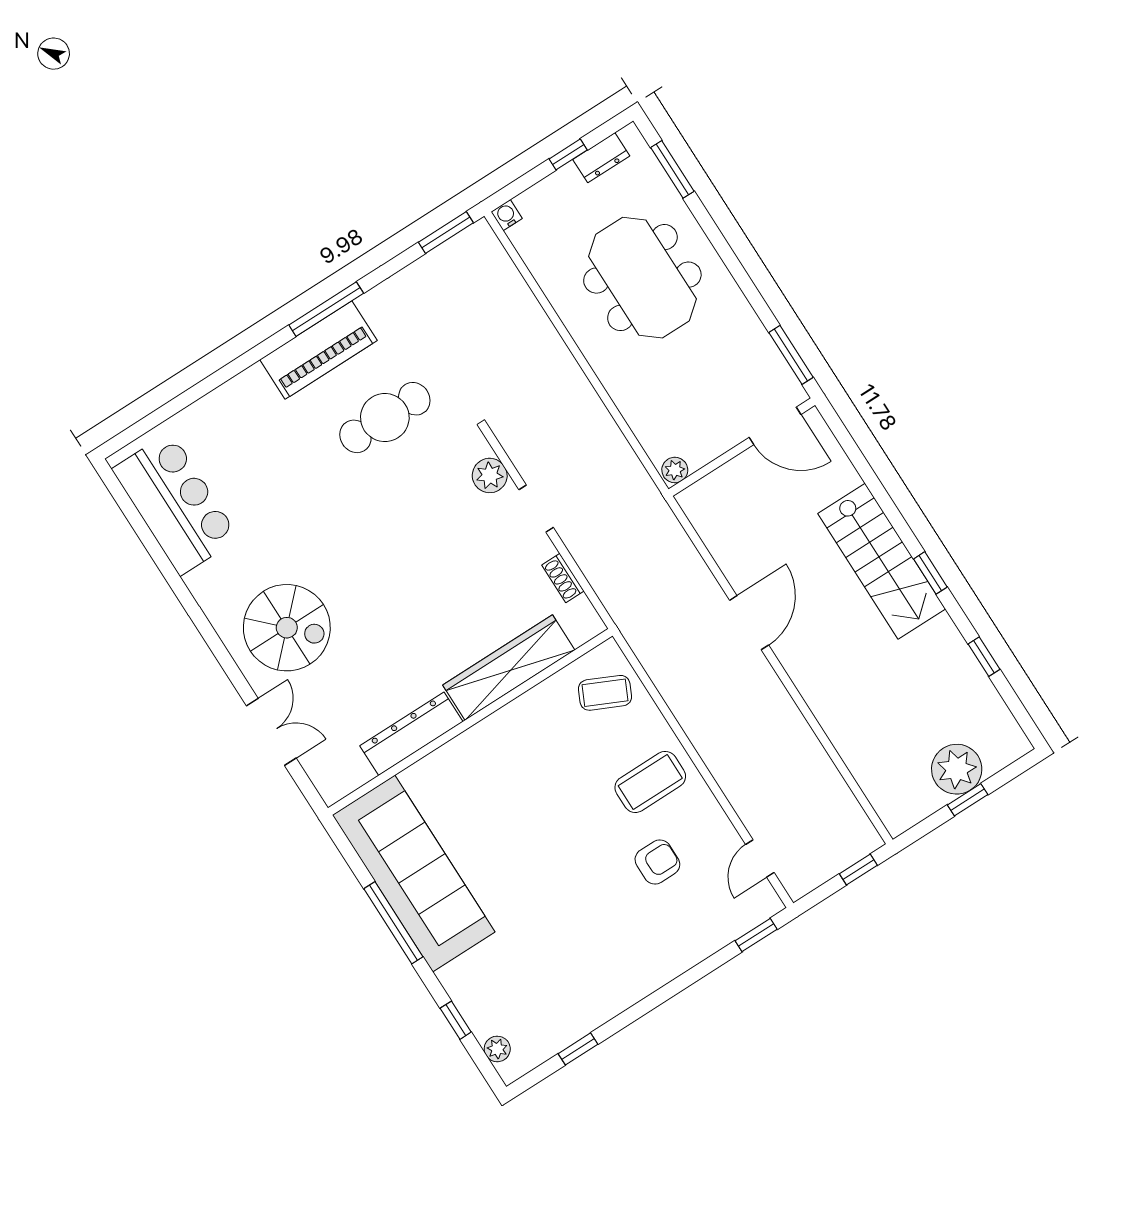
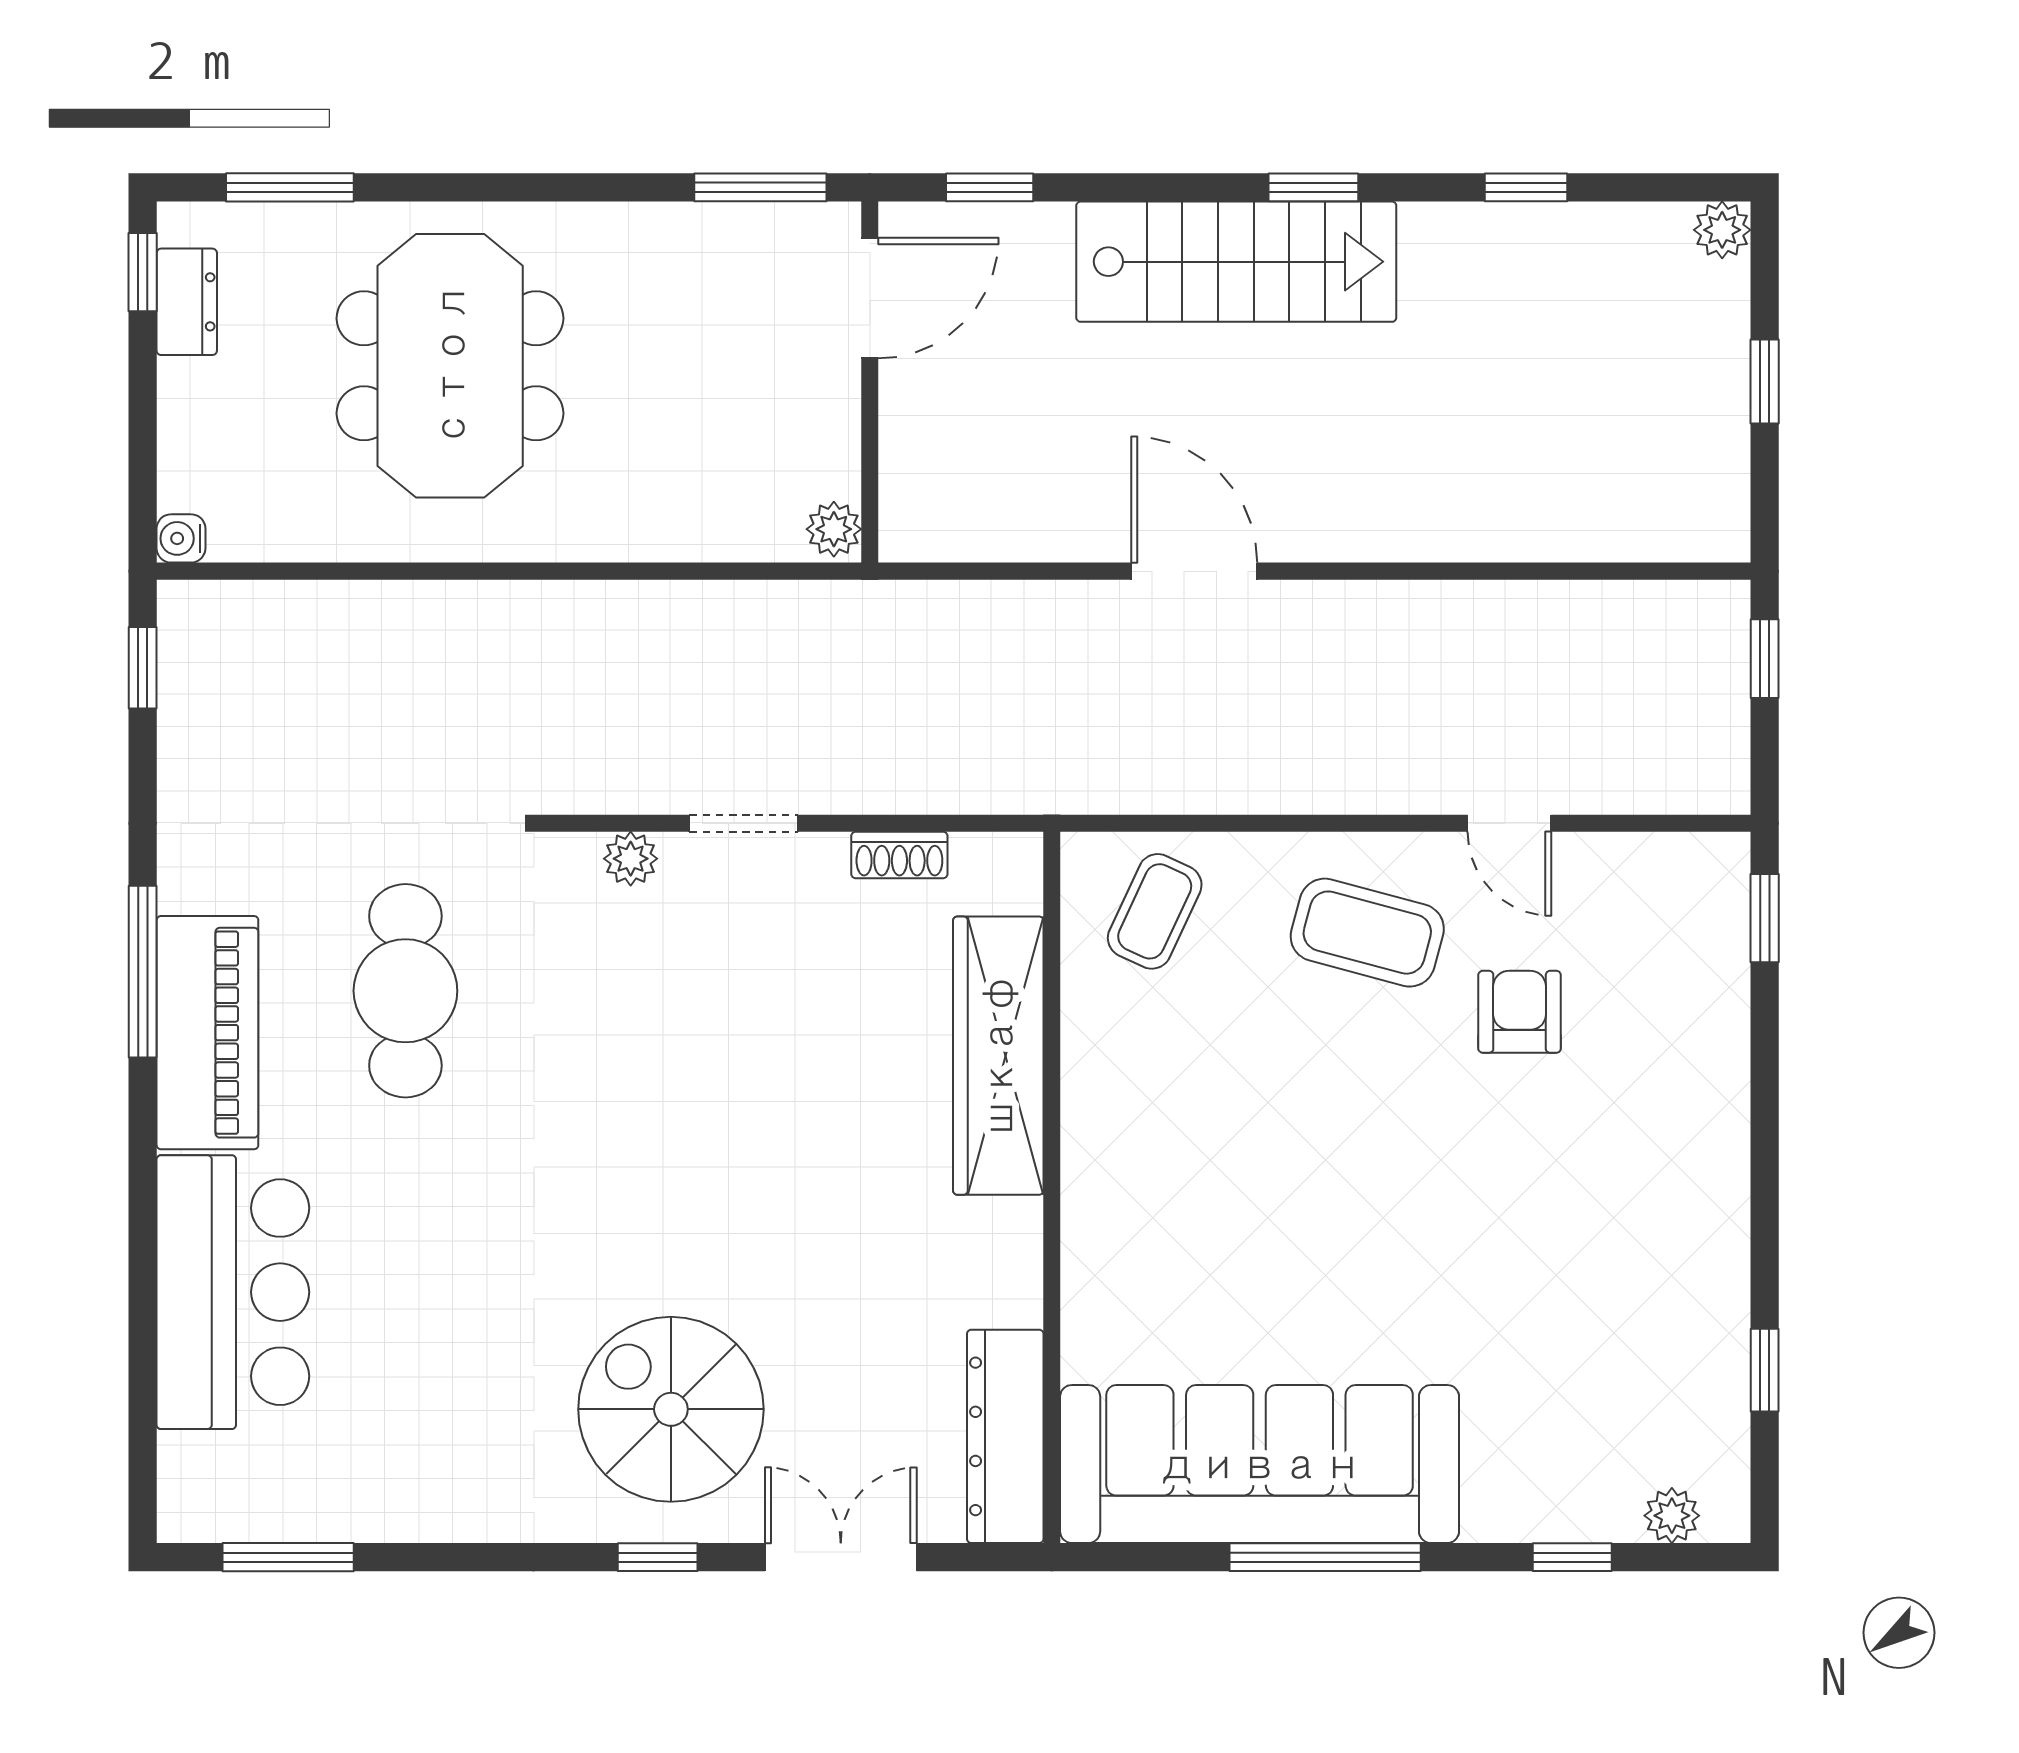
window: (568, 154) -> (143, 272), moved
window: (446, 233) -> (143, 668), width x0.67
meeting table: (642, 278) -> (450, 366), turned 90
window: (849, 445) -> (990, 187), added
plant: (490, 475) -> (631, 859), width x0.73, depth x0.73
bar counter: (175, 504) -> (233, 1292), moved, turned 90
window: (132, 514) -> (288, 1557), added
spiral stairs: (287, 628) -> (671, 1409), turned -90
window: (225, 660) -> (658, 1557), added
dresser: (411, 734) -> (1005, 1436), moved
plant: (957, 769) -> (1722, 230), moved, width x0.53, depth x0.53
coffee table: (650, 782) -> (1367, 933), turned -75
door: (760, 858) -> (1509, 823), moved

